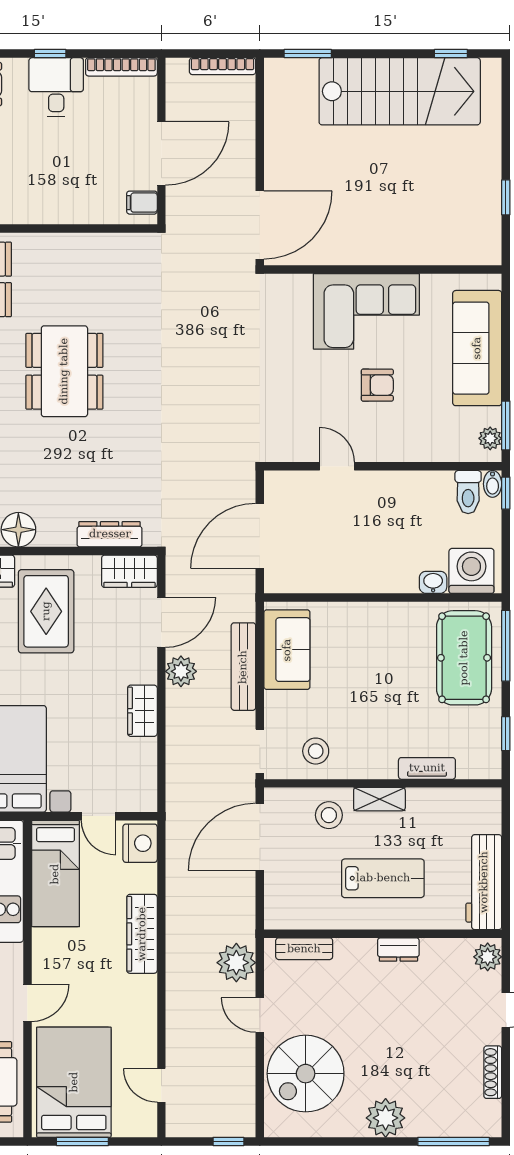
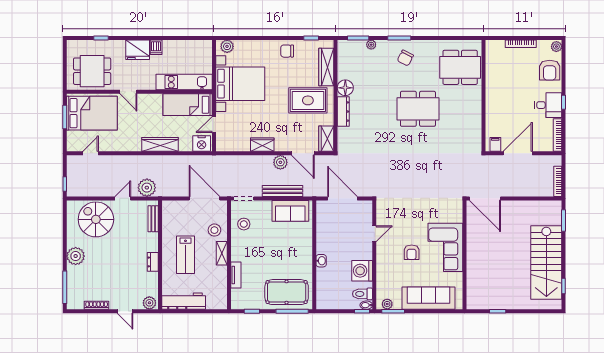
door: (161, 154) -> (518, 153), swing flipped
dresser: (110, 534) -> (343, 112), moved
washing machine: (471, 571) -> (362, 271), moved, turned 180
washbasin: (433, 582) -> (321, 261), moved

